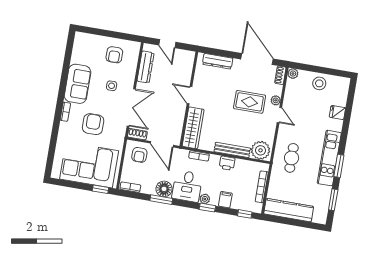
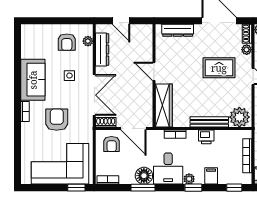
plant: (134, 57) -> (88, 41), added
plant: (276, 100) -> (247, 50), moved

